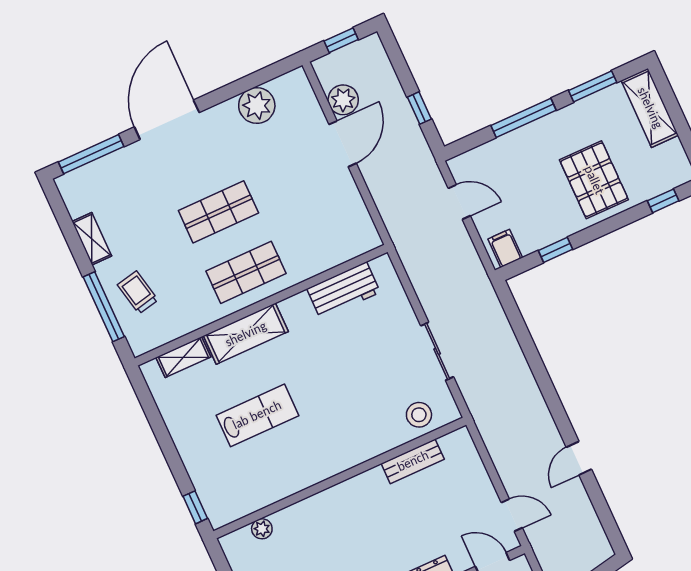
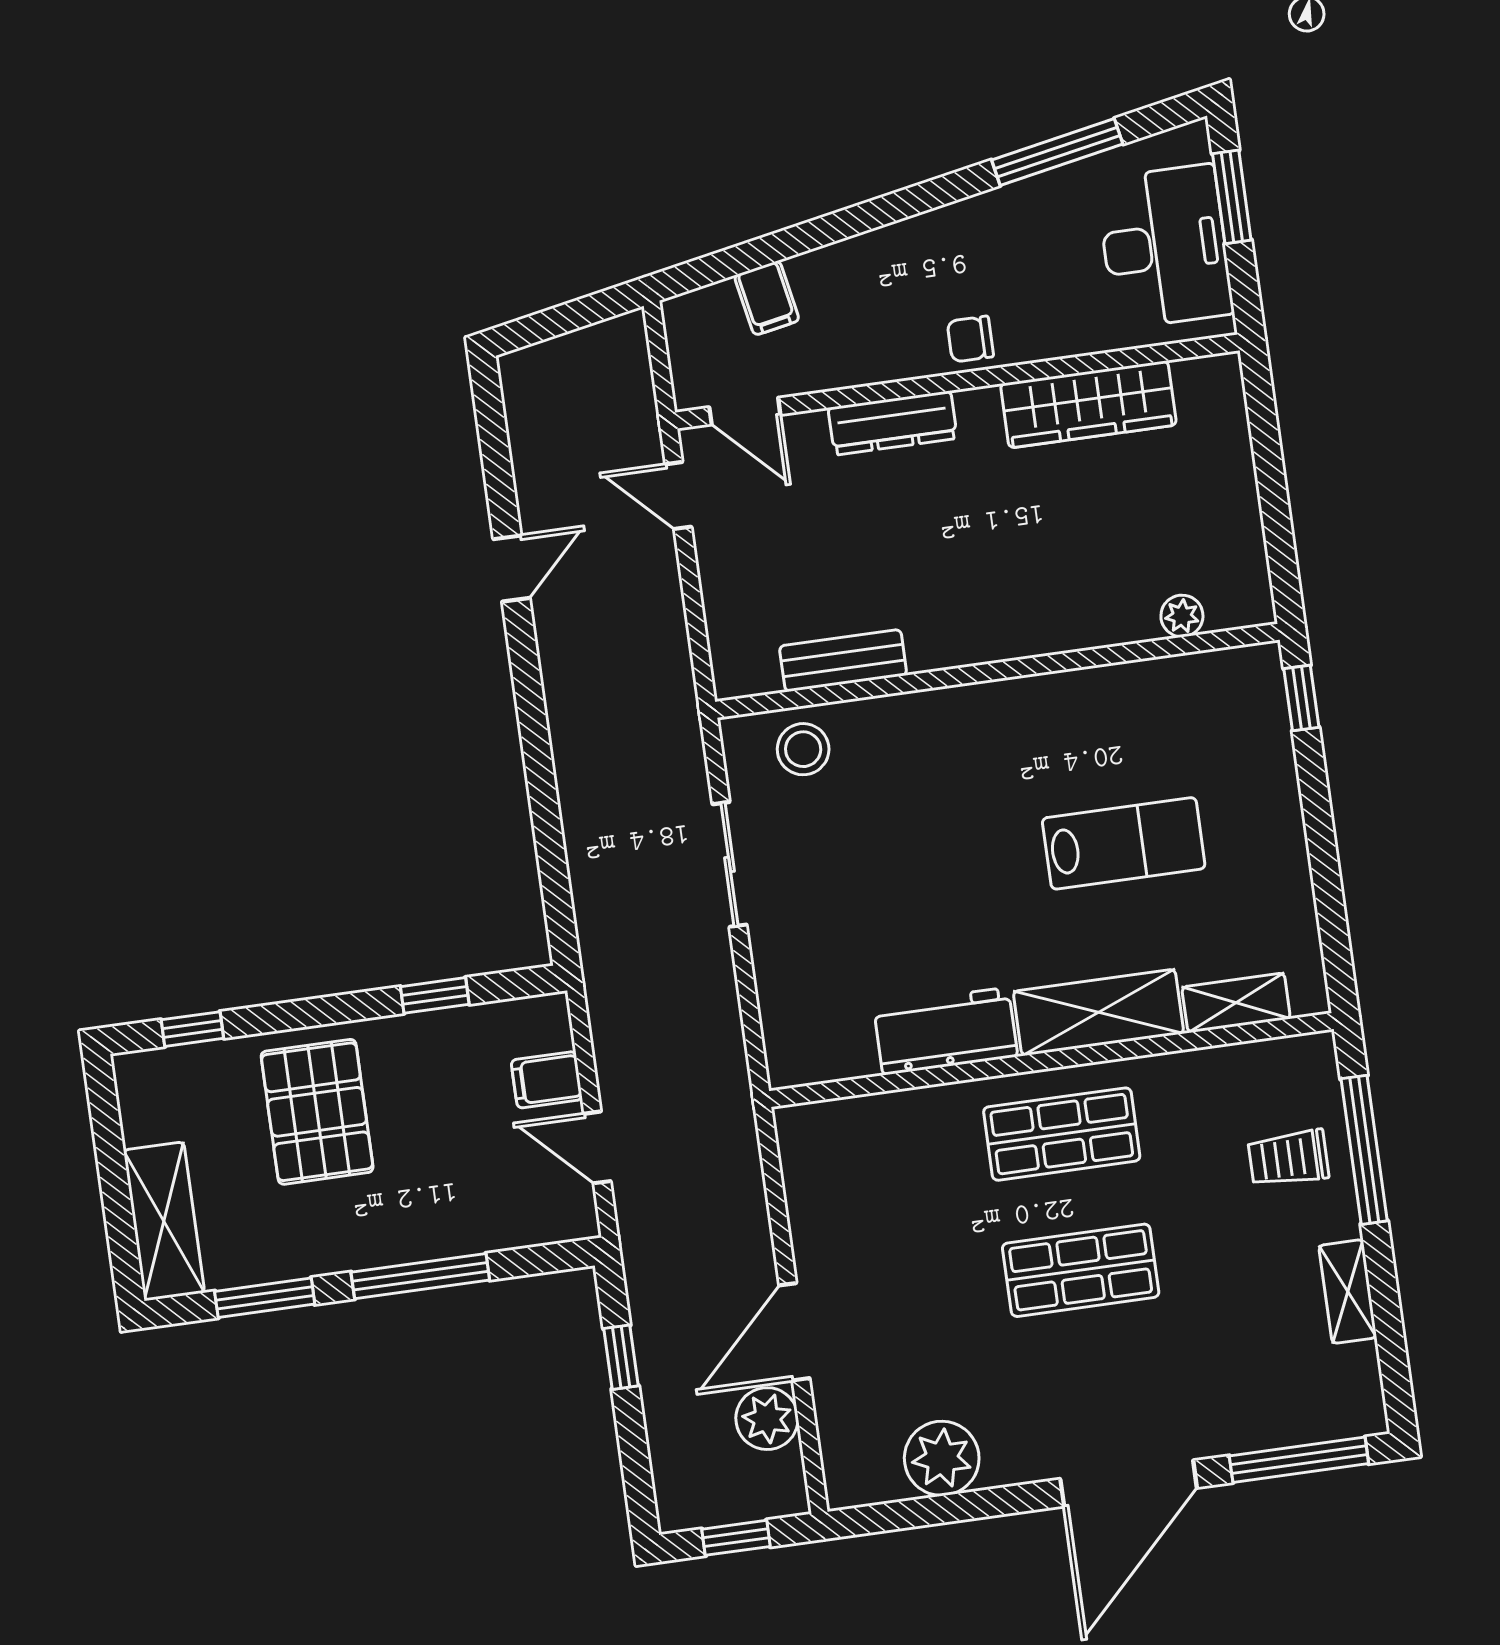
filing cabinet: (505, 248) -> (547, 1080), moved, turned 90
workbench: (343, 290) -> (946, 1031), moved
trolley: (138, 292) -> (1288, 1158), turned 102
lab bench: (257, 415) -> (1124, 843), turned 180

